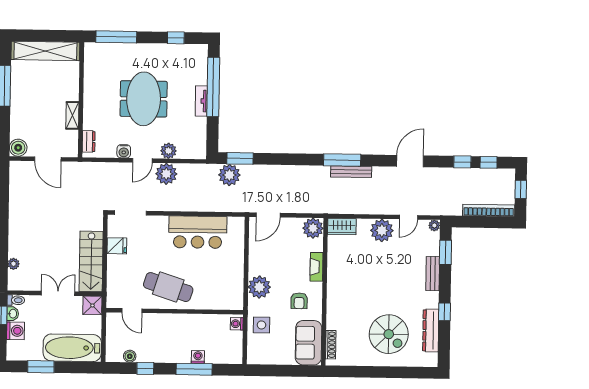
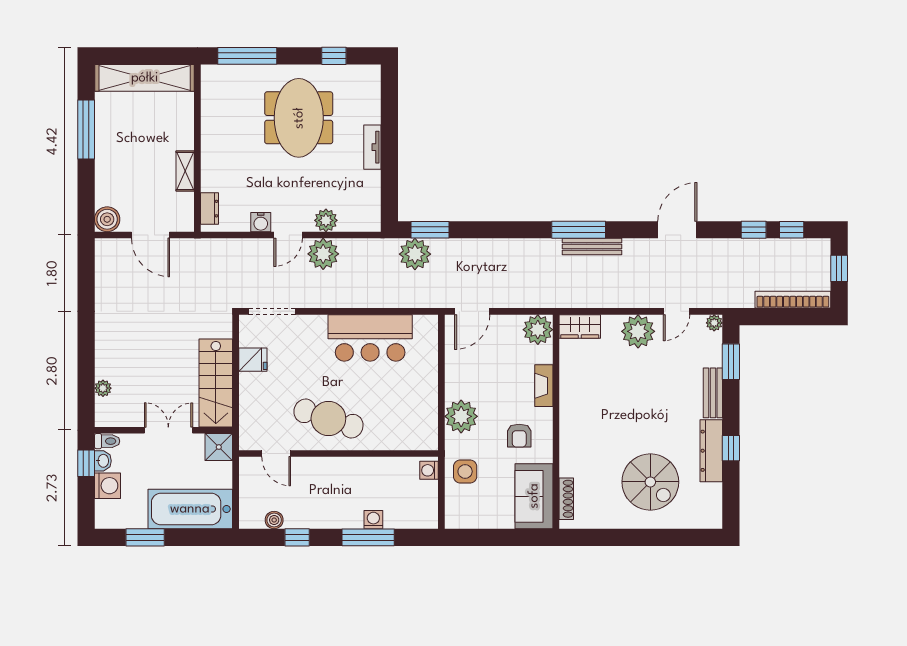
window: (213, 87) -> (389, 126), removed
meeting table: (144, 99) -> (299, 118), moved
dresser: (431, 330) -> (711, 451), moved

